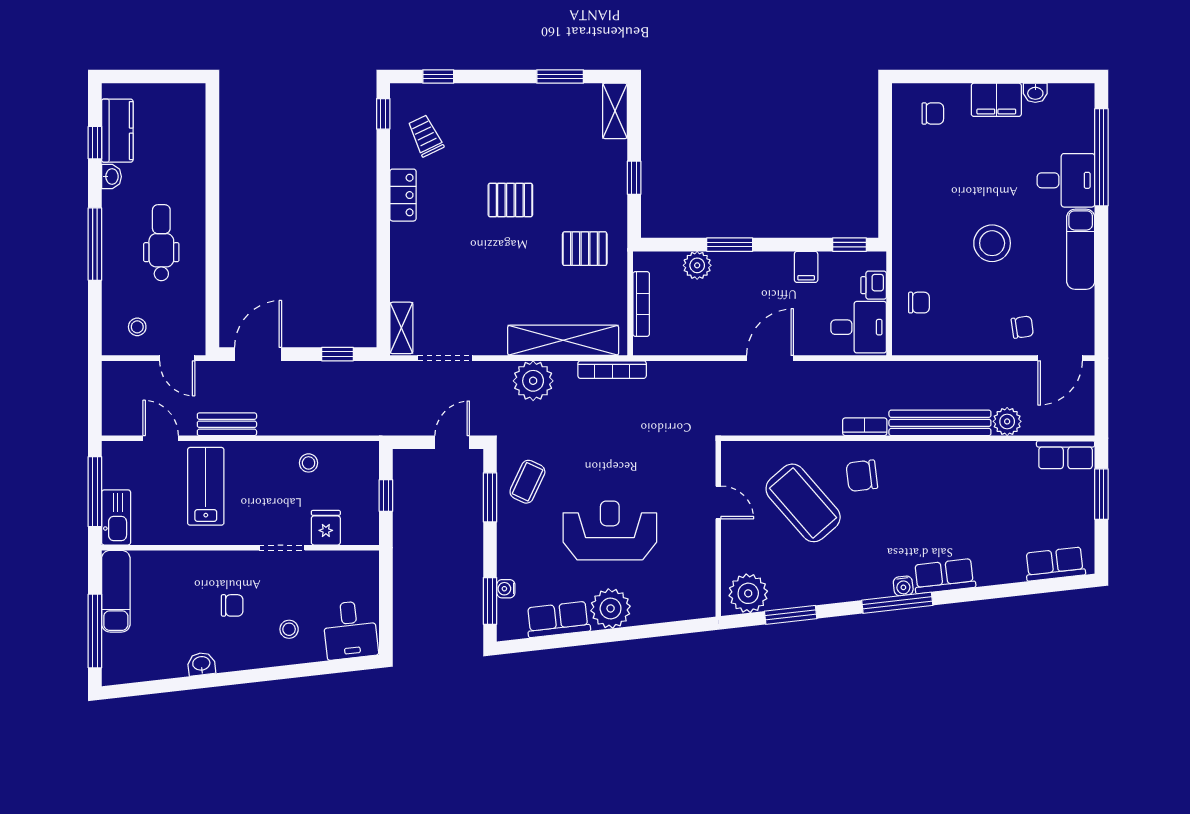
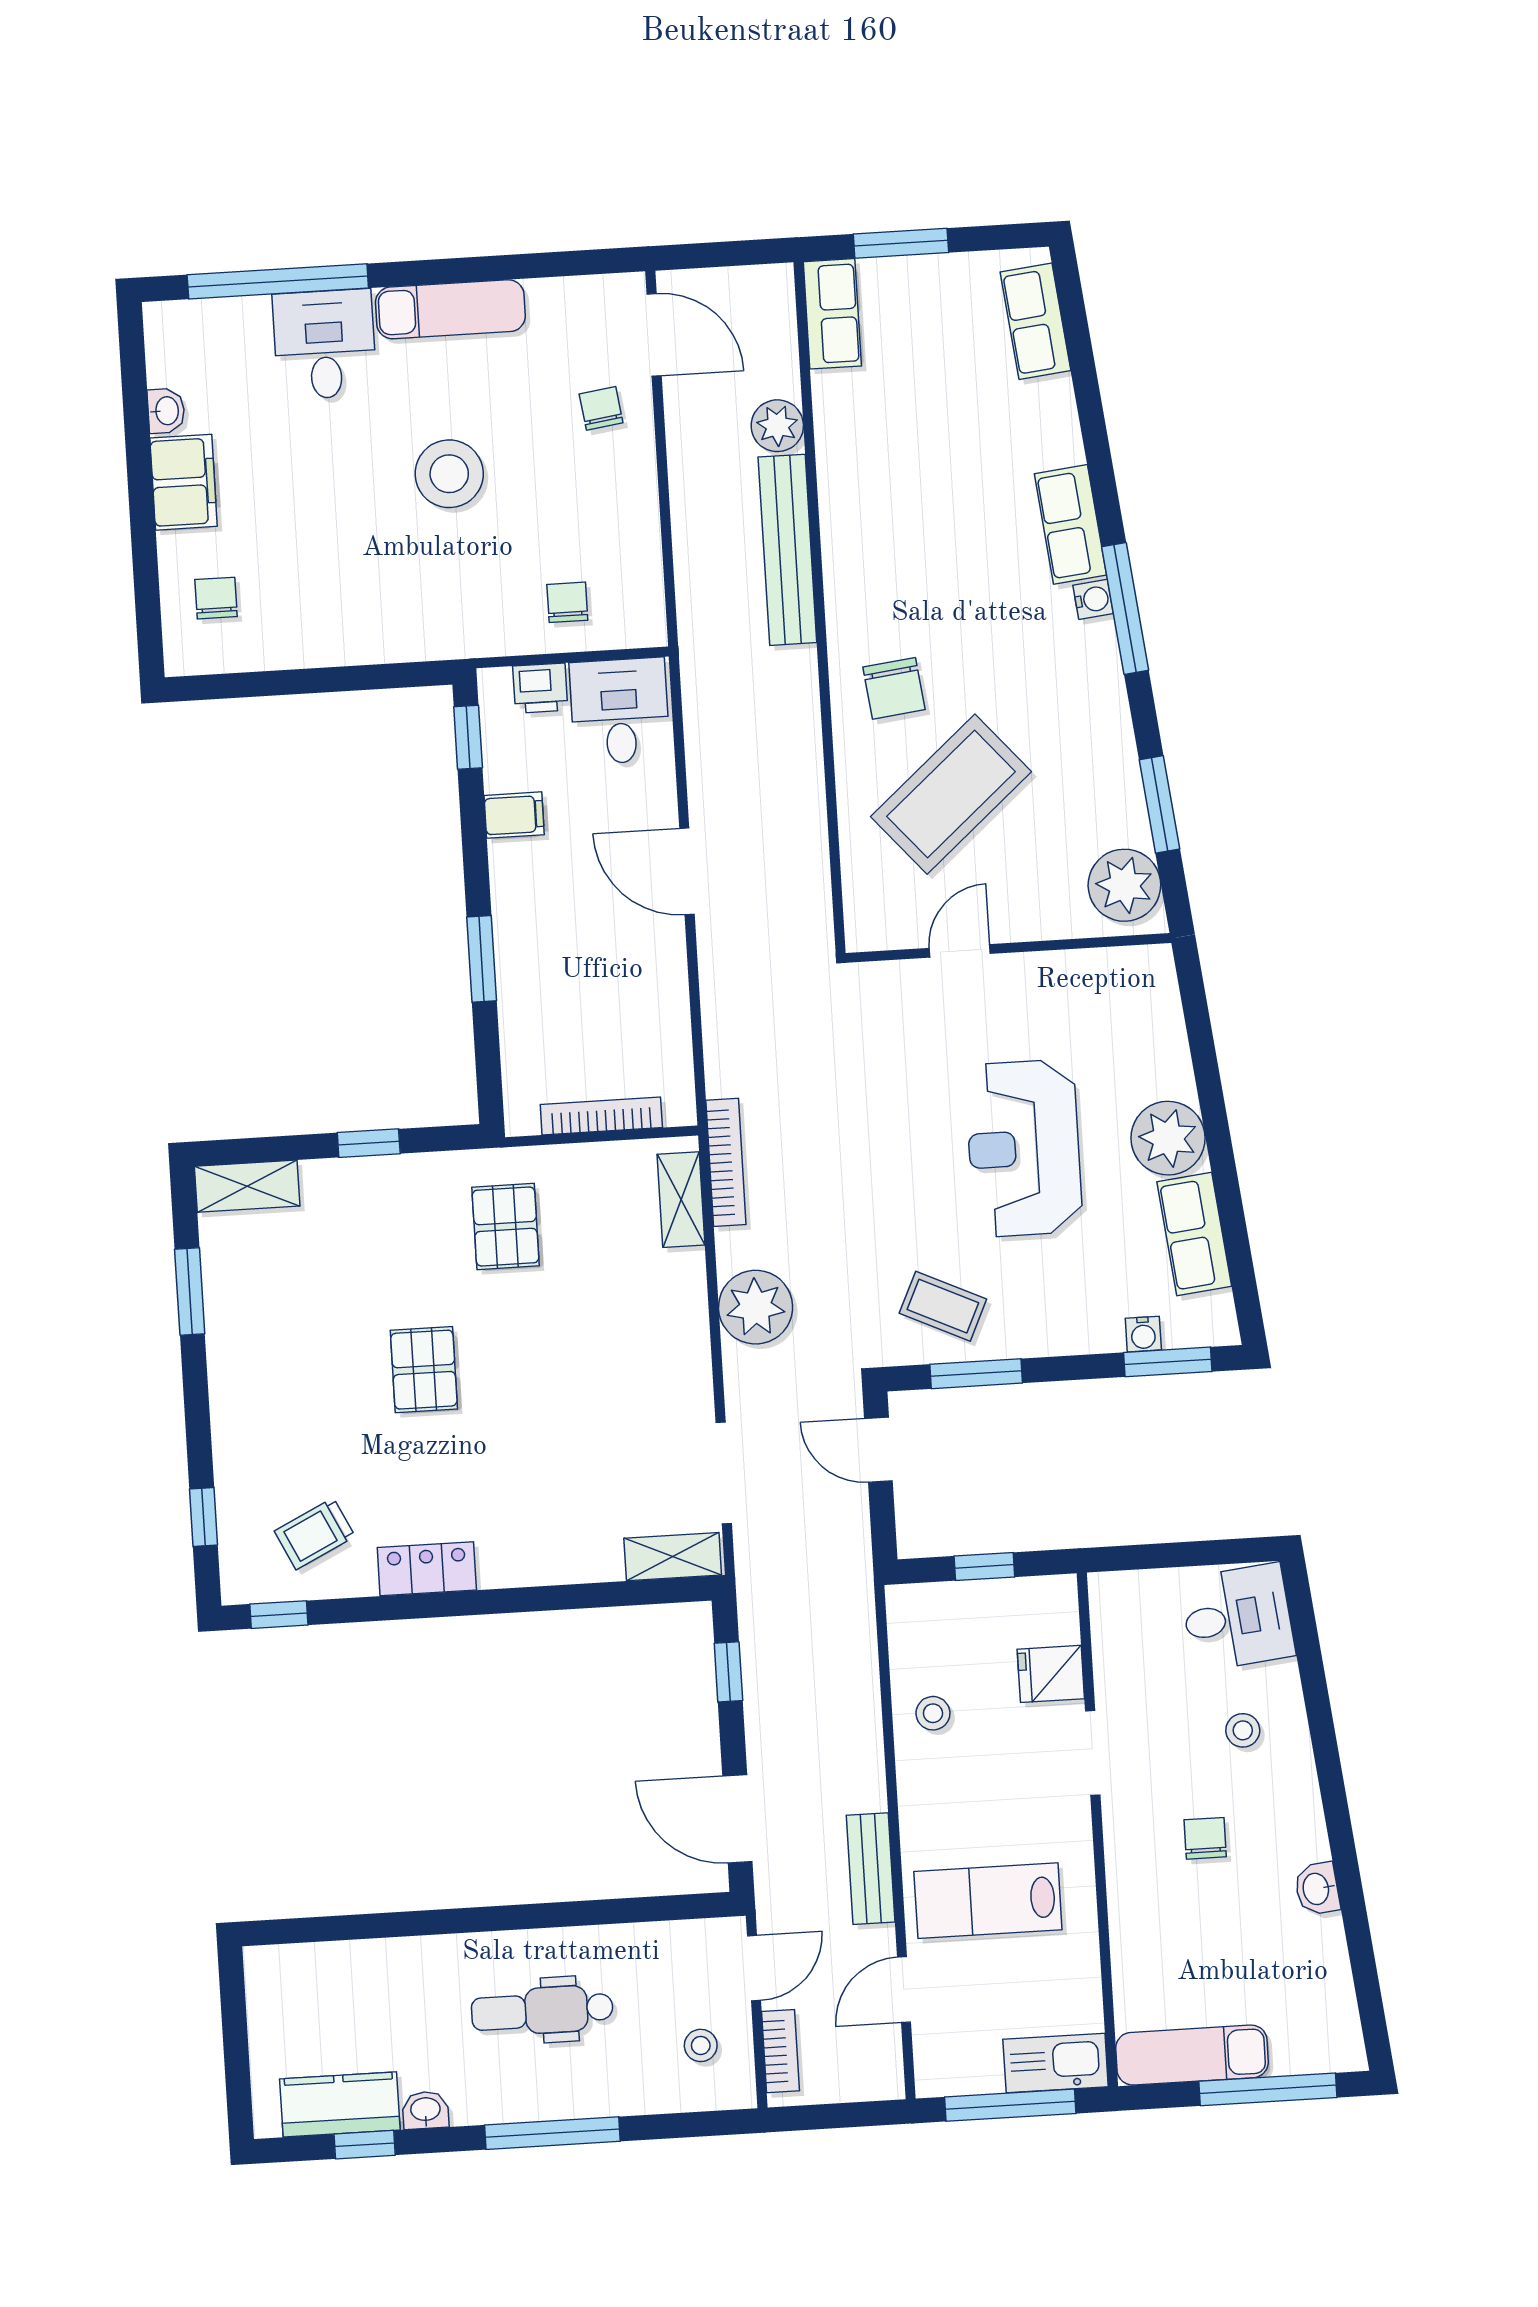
plant: (697, 265) -> (524, 1017), removed
shelving: (563, 340) -> (681, 1200), width x0.45, depth x0.75
bookcase: (865, 427) -> (780, 2051), moved, turned 180

